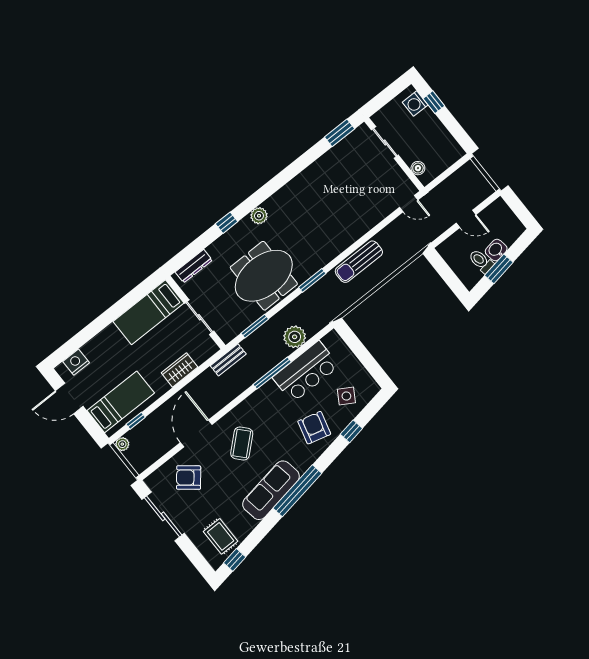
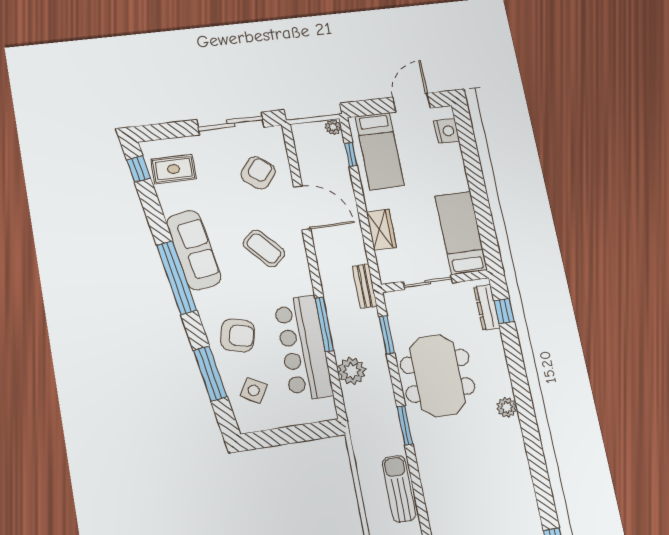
window: (227, 223) -> (504, 311), moved
bar counter: (306, 372) -> (303, 348), width x1.36
window: (351, 431) -> (210, 373), width x2.17

